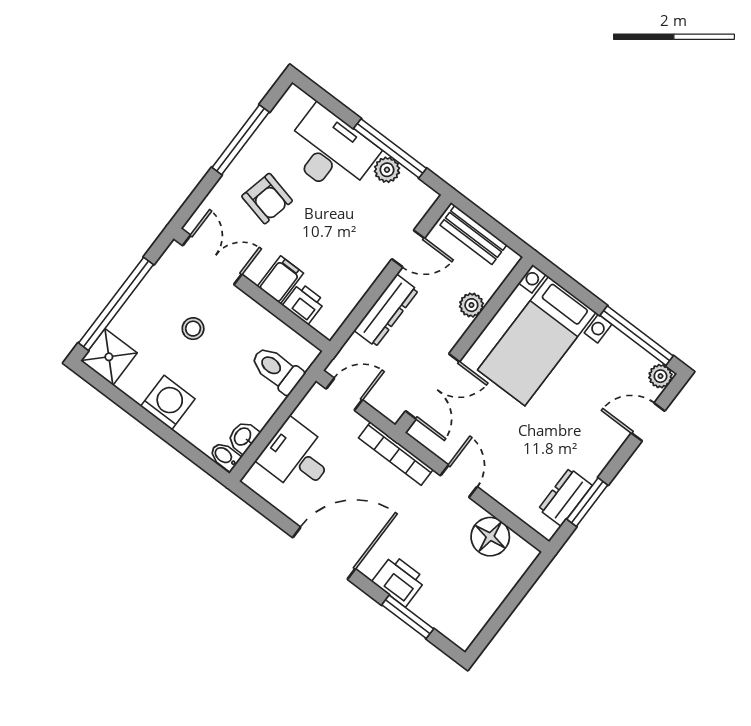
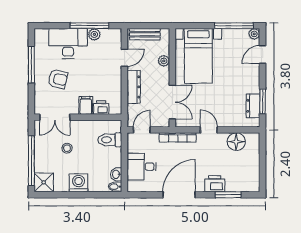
double door: (212, 260) -> (55, 117), swing flipped

